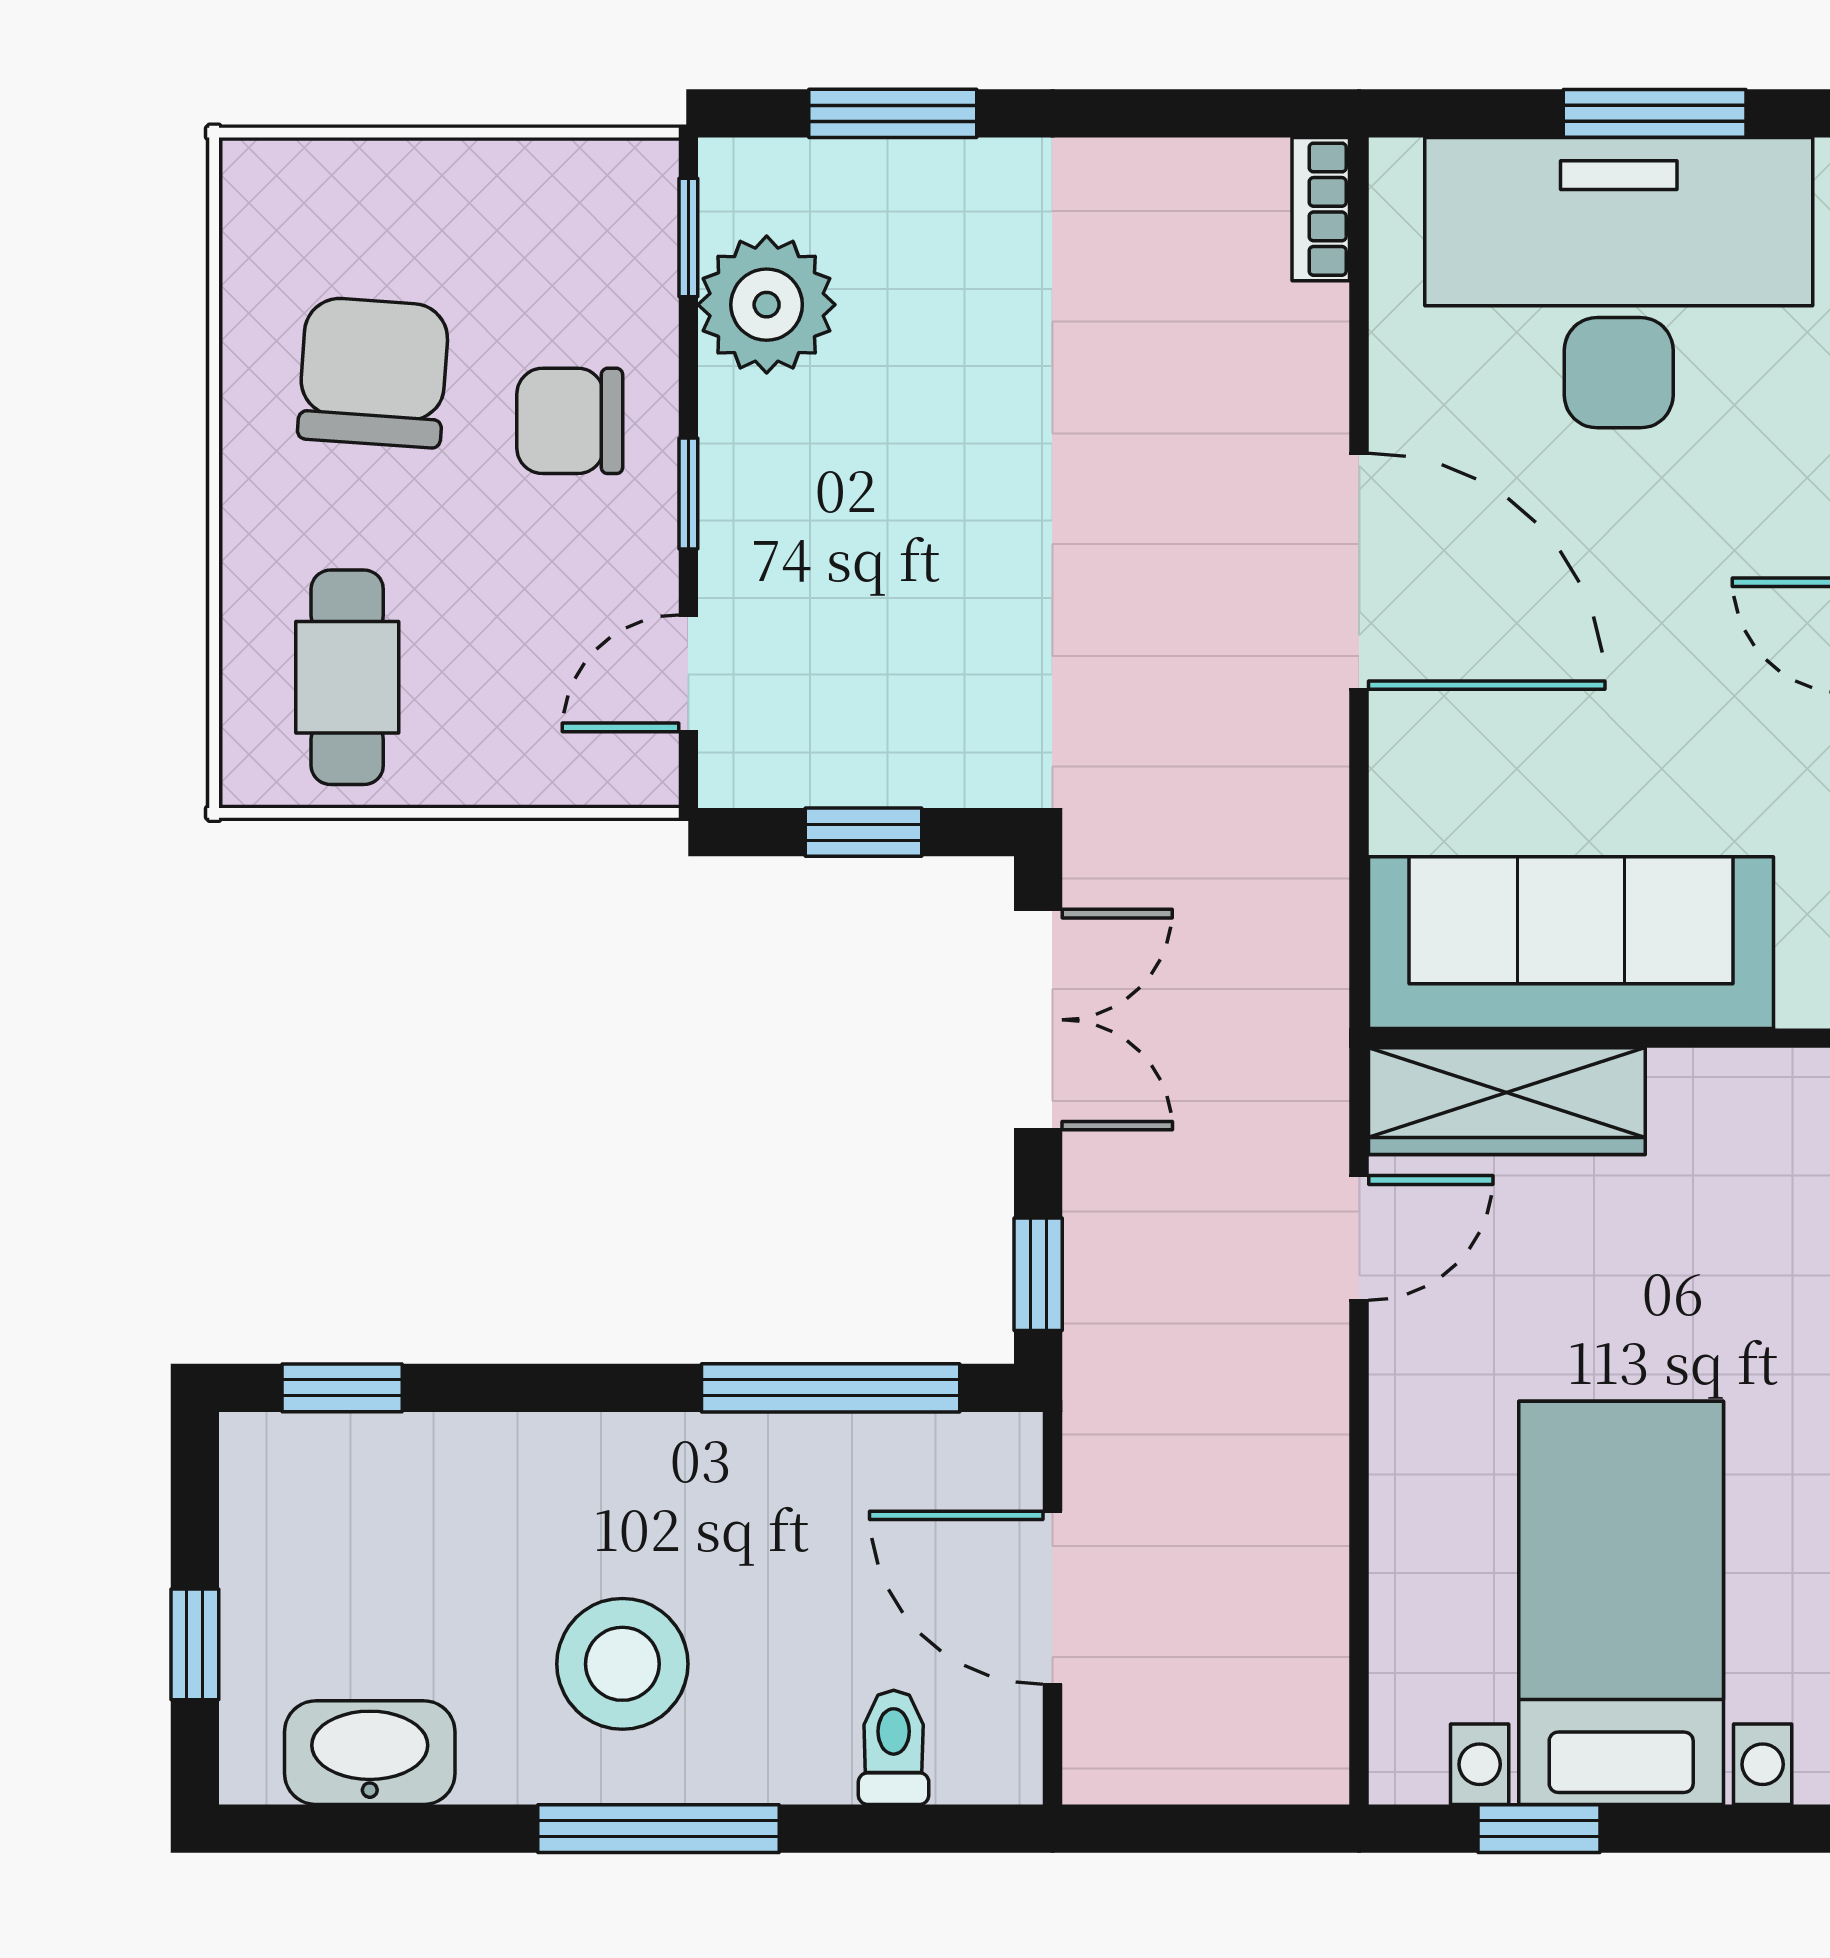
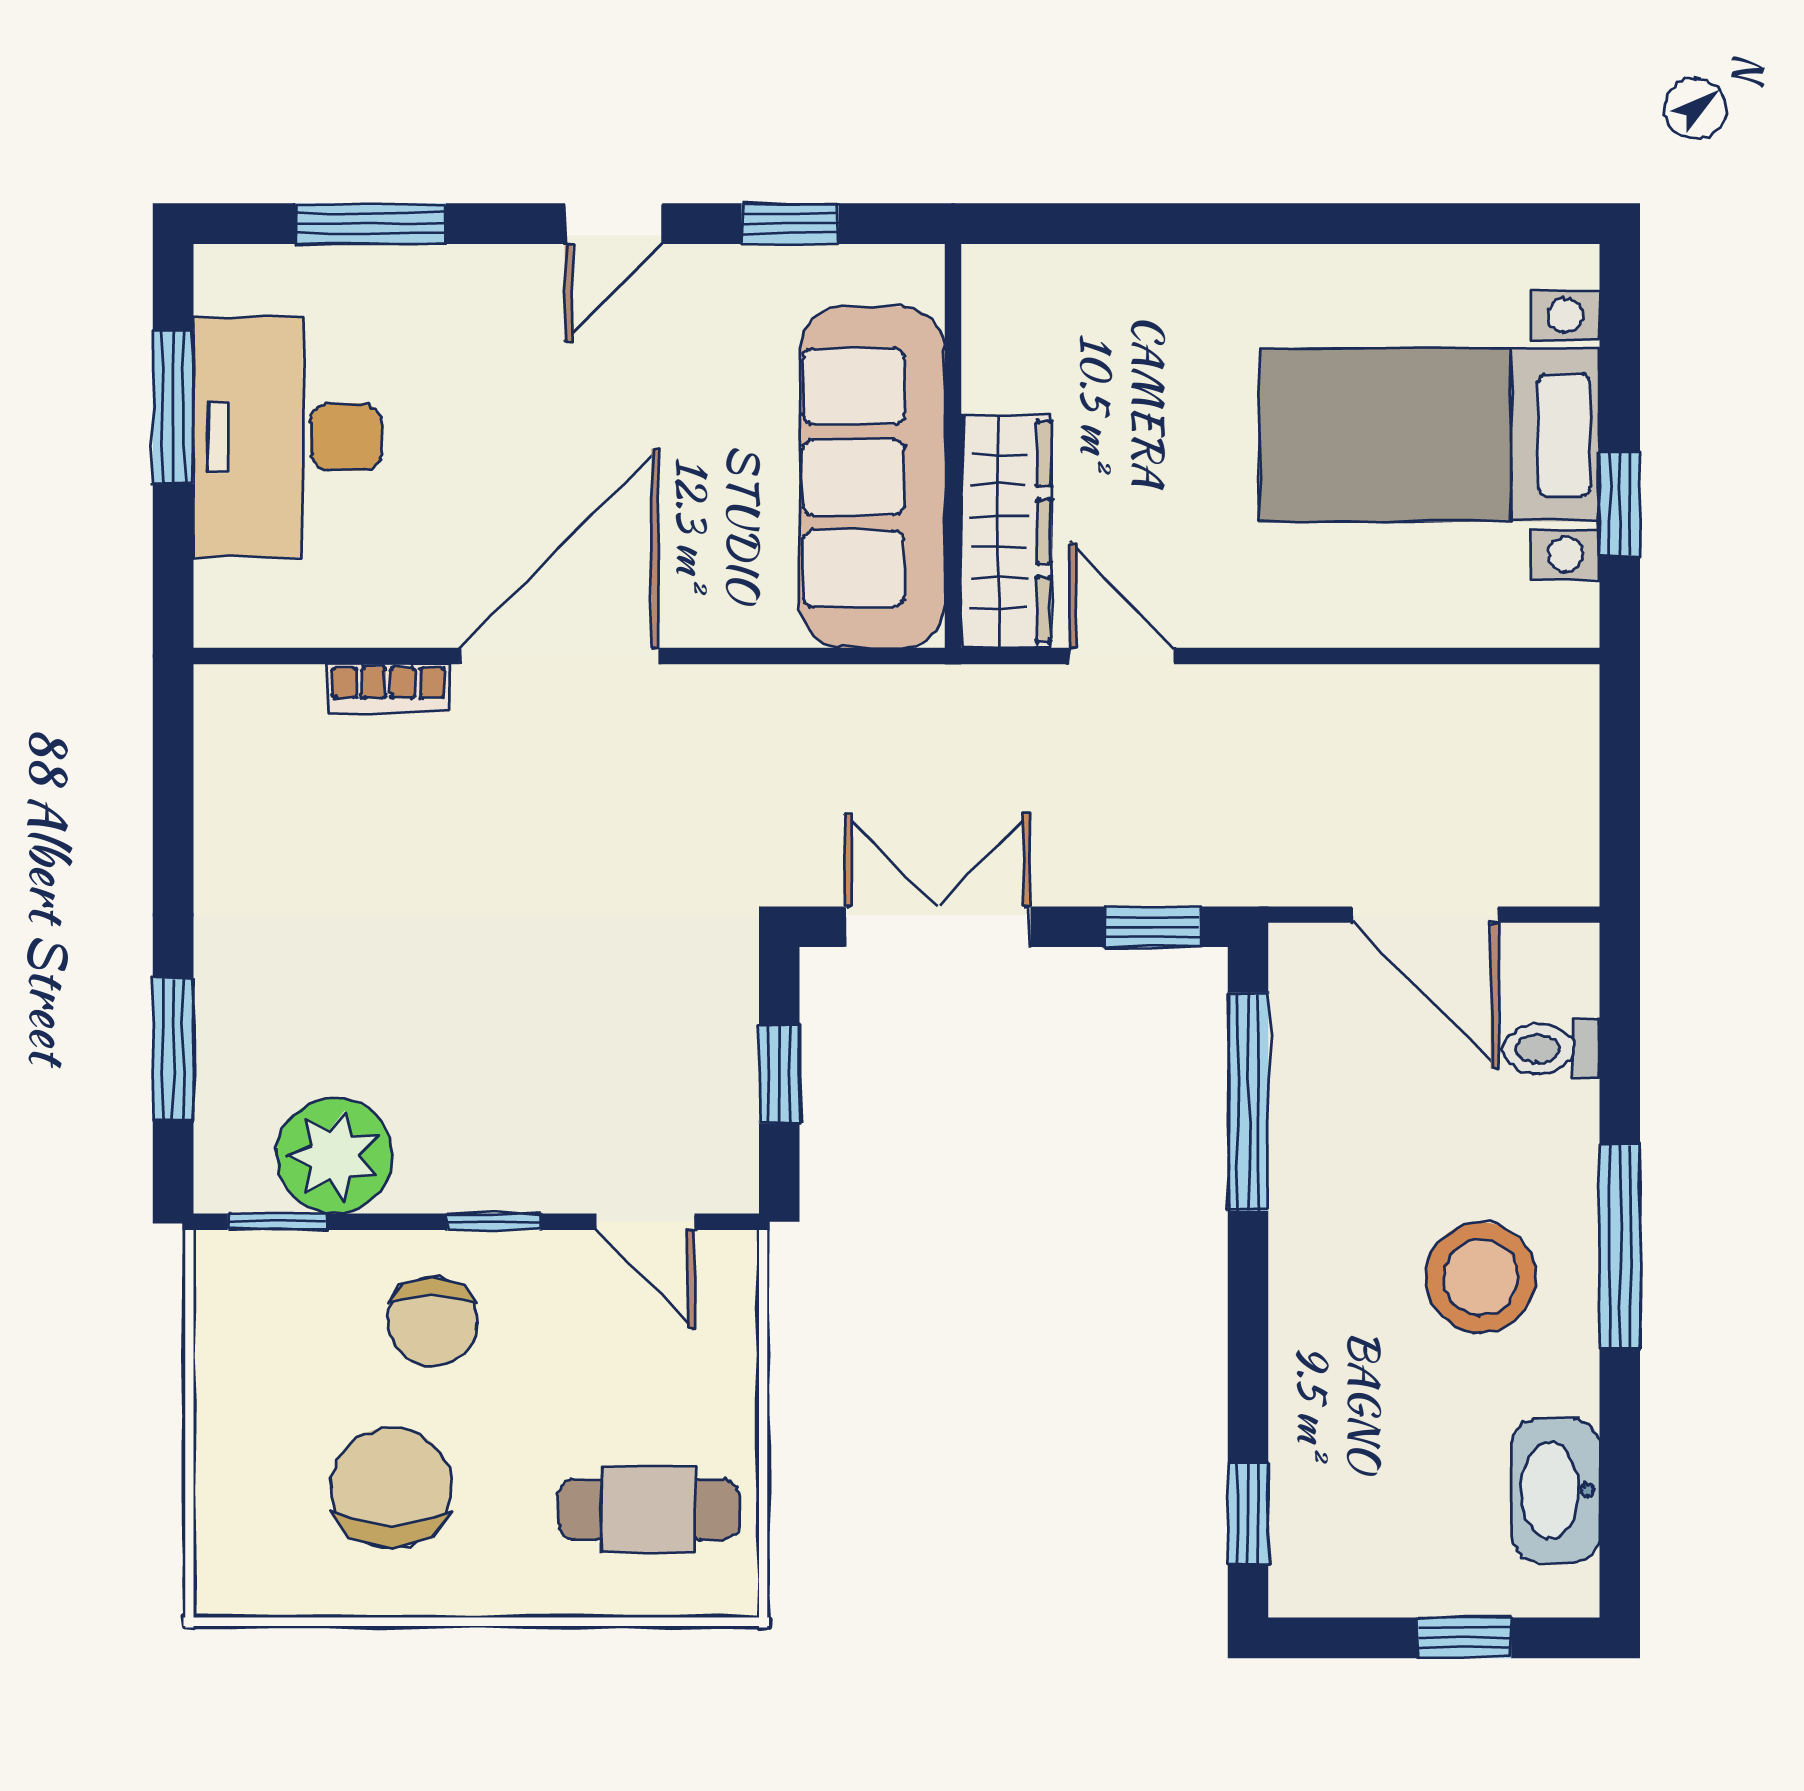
bookcase: (1321, 209) -> (388, 688), moved
desk: (1619, 283) -> (288, 437), width x0.73, depth x0.77
chair: (373, 372) -> (392, 1487), turned 86
door: (1052, 1598) -> (1425, 915), hinge flipped

